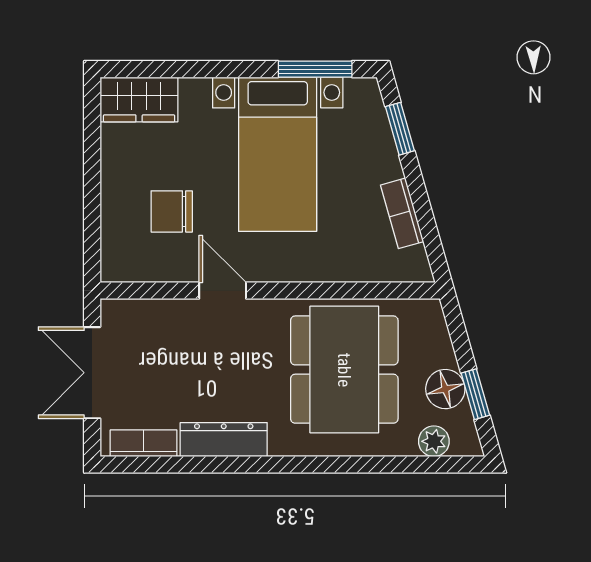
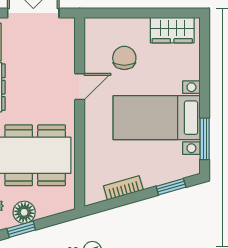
wardrobe: (139, 100) -> (172, 30), moved, turned -90

